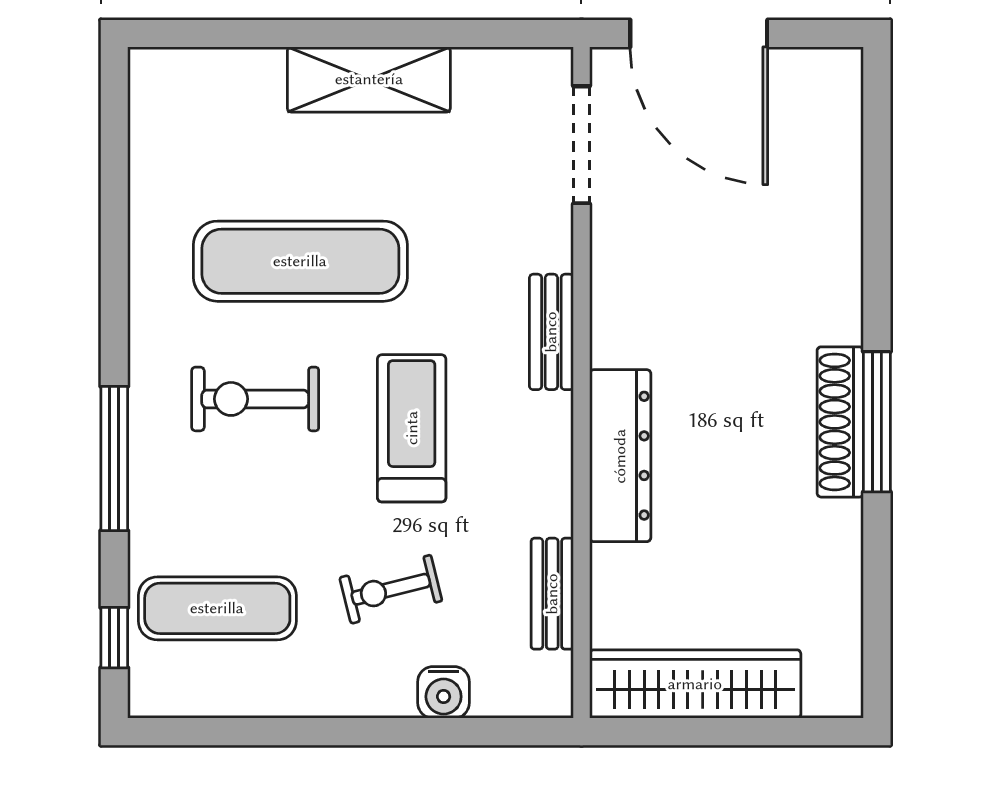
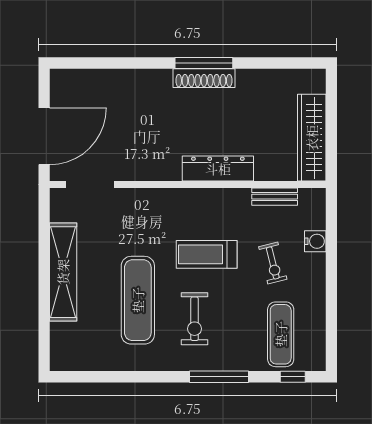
shelving: (369, 79) -> (63, 272), width x1.47
bench: (551, 332) -> (167, 197), removed

